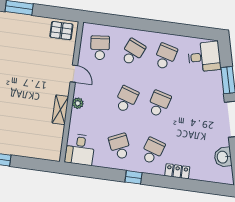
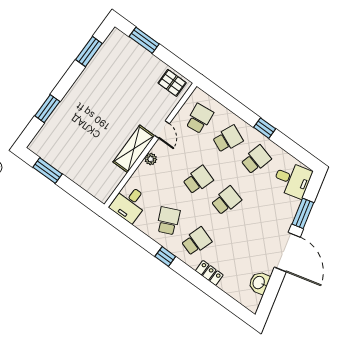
window: (158, 27) -> (265, 128), added
shelving: (60, 110) -> (134, 149), width x1.50, depth x1.33

